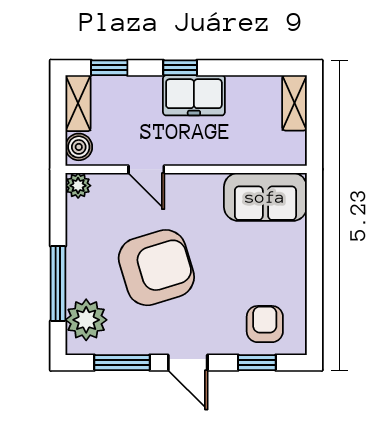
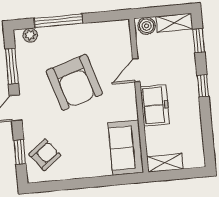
freezer: (194, 95) -> (155, 105), moved, turned 180
shelving: (295, 103) -> (165, 163), moved
plant: (78, 186) -> (122, 28), removed
plant: (86, 320) -> (30, 35), width x0.53, depth x0.53
armchair: (265, 324) -> (45, 155), turned -38

